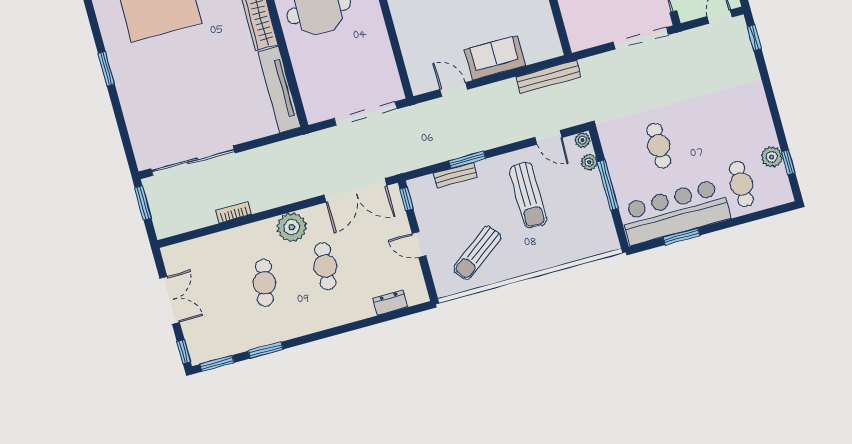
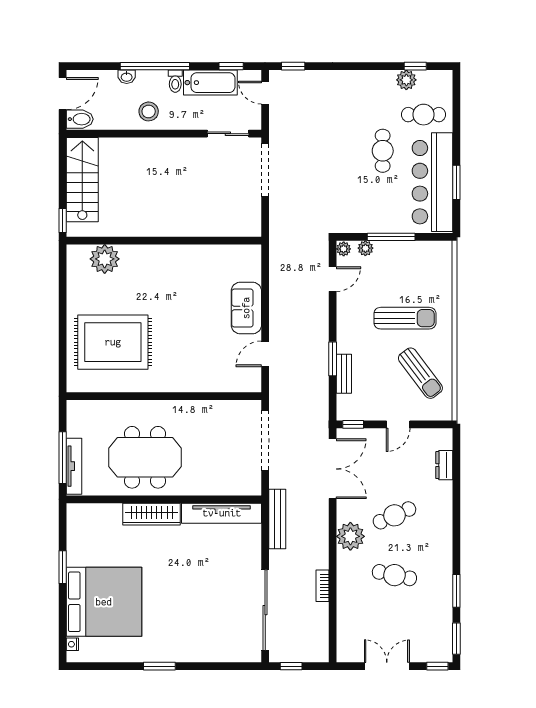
bench: (548, 77) -> (277, 519), moved
cafe table: (659, 146) -> (383, 151), moved, turned 90
sun lounger: (528, 195) -> (405, 318), moved
window: (143, 203) -> (291, 666), width x0.67
cafe table: (325, 266) -> (394, 515), turned -30

